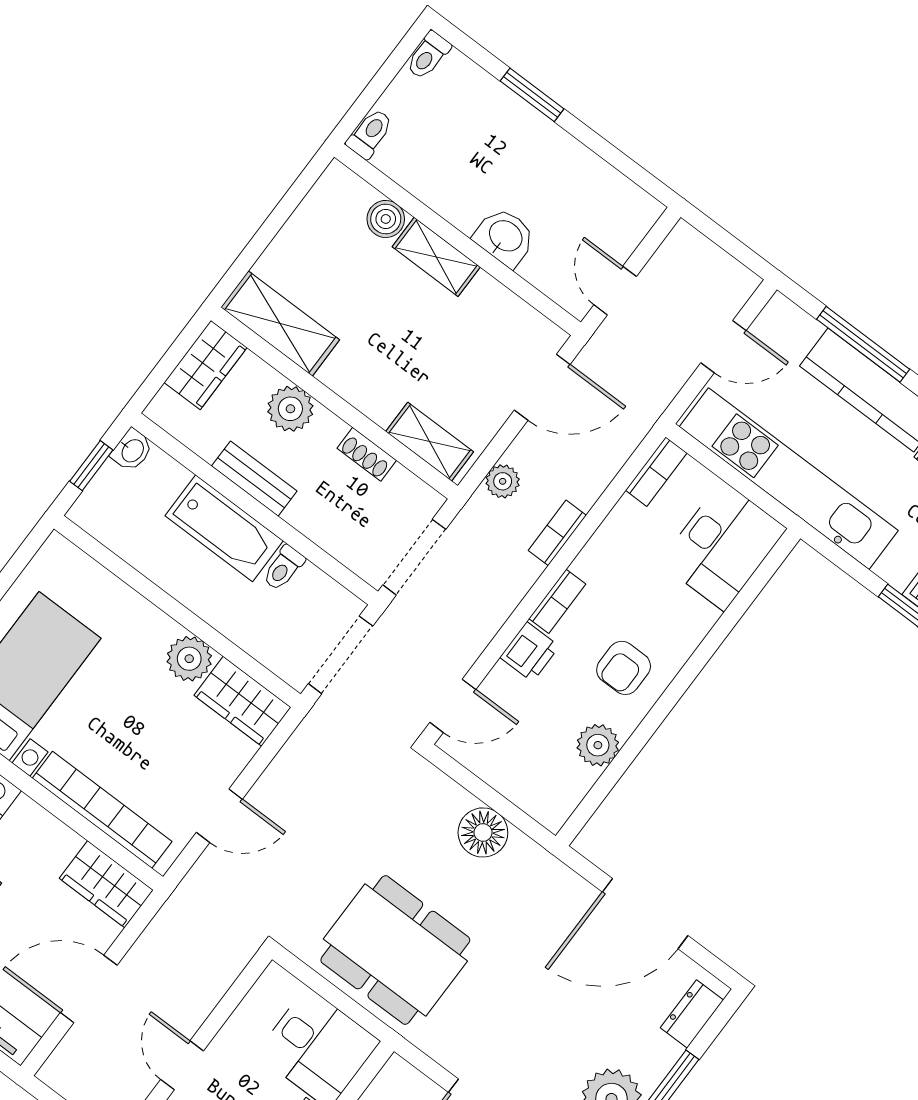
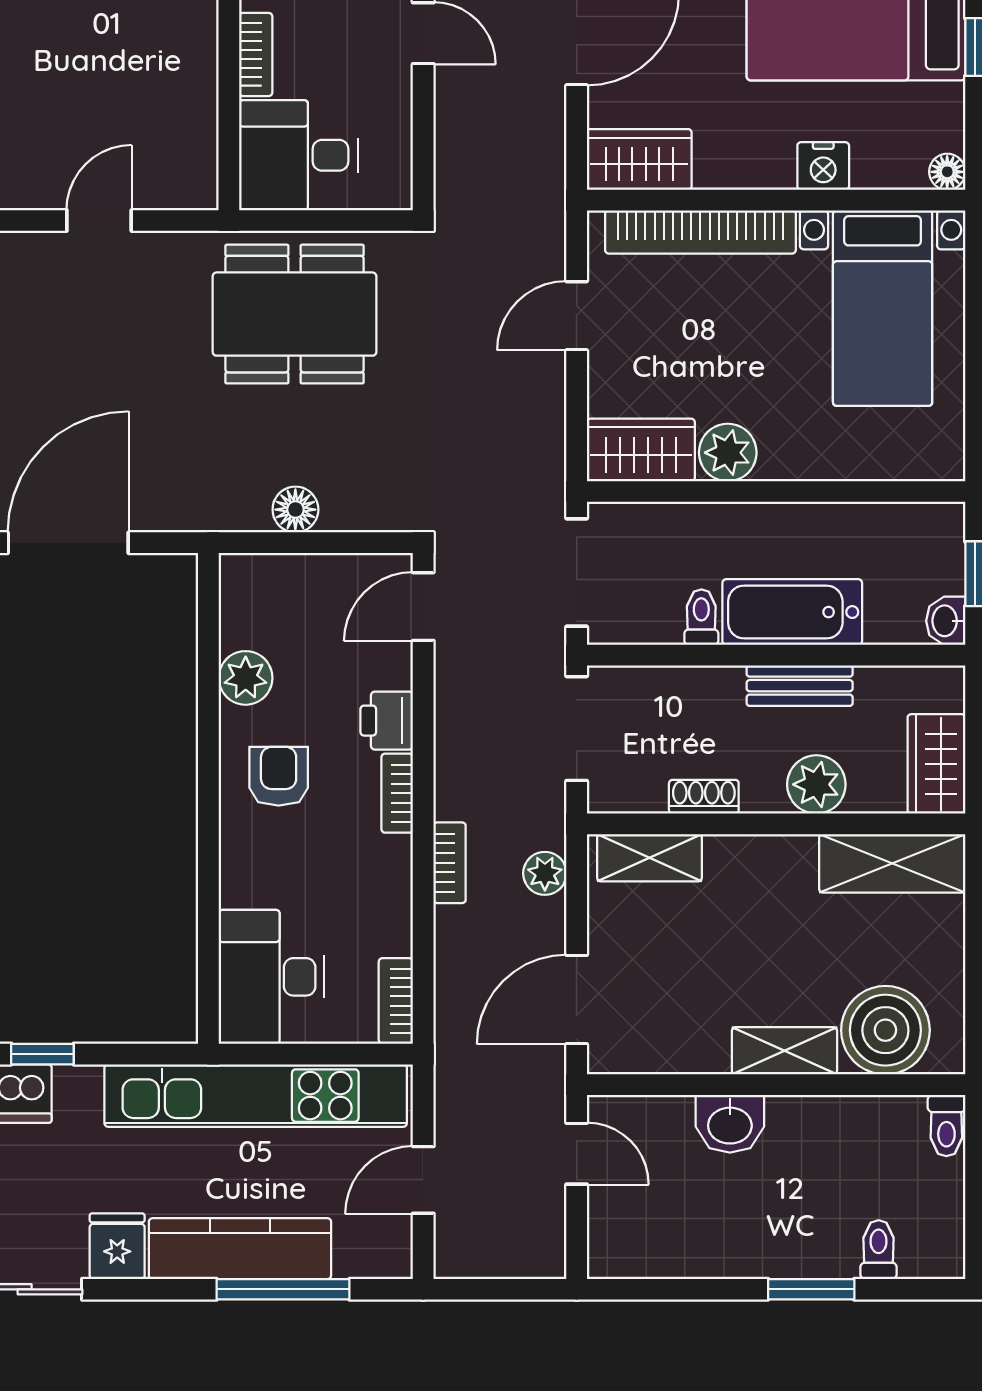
toilet: (428, 55) -> (879, 1250), moved
boiler: (386, 219) -> (885, 1030), width x1.86, depth x1.86
floor lamp: (483, 832) -> (295, 510), width x0.73, depth x0.73

